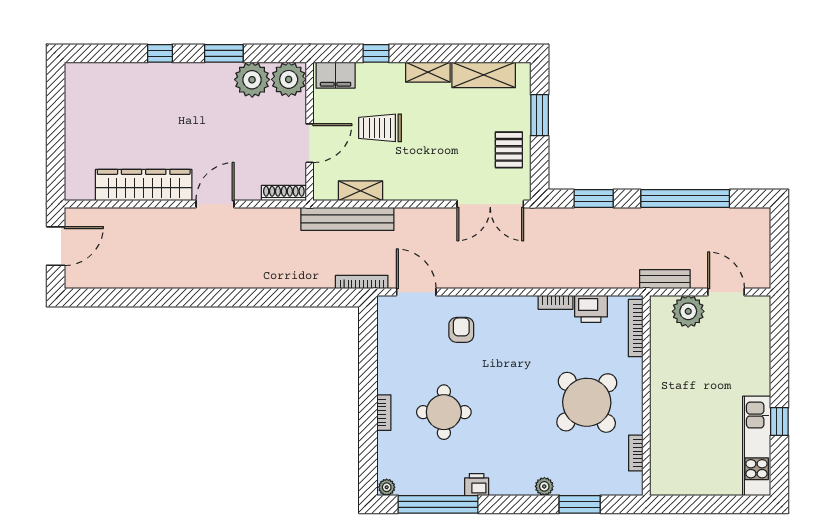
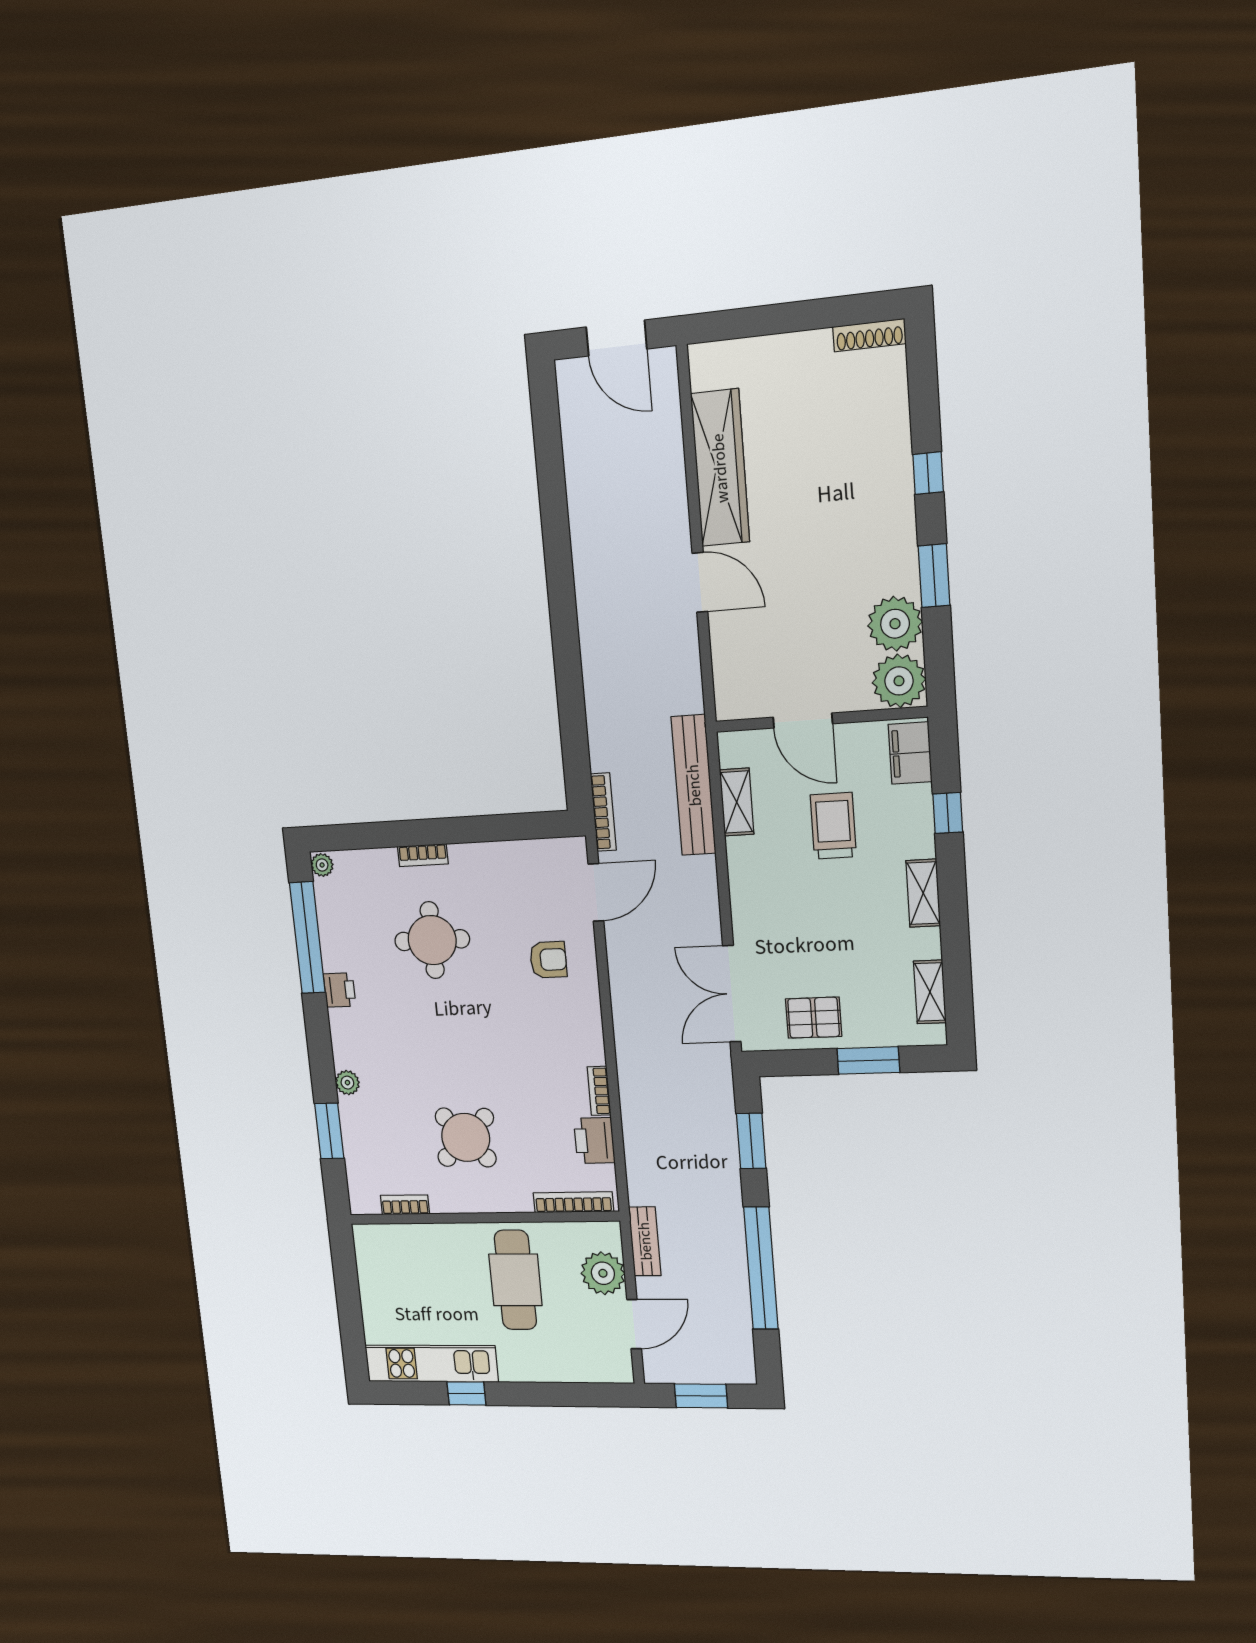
shelving: (484, 75) -> (930, 992), width x0.67, depth x0.75
shoe rack: (284, 193) -> (869, 335), moved, turned 90
window: (779, 248) -> (701, 1396), added
cafe table: (693, 376) -> (515, 1280), added
round table: (587, 402) -> (466, 1137), width x0.73, depth x0.73

